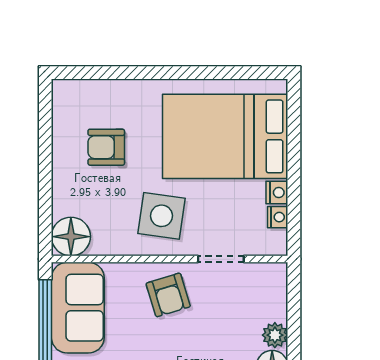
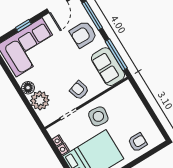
armchair: (106, 147) -> (138, 142), moved
floor lamp: (71, 237) -> (125, 90), removed
plant: (275, 335) -> (40, 100), width x1.88, depth x1.88

